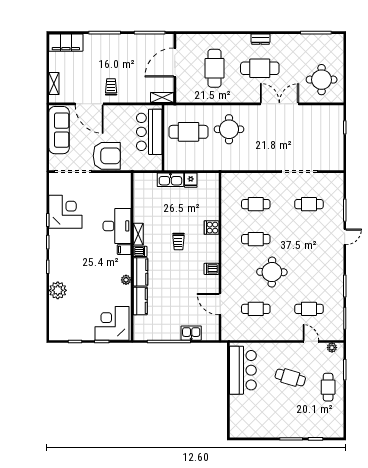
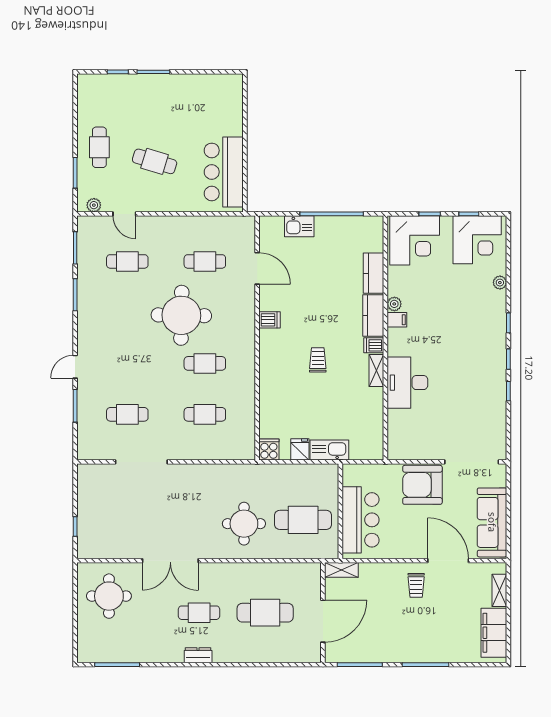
filing cabinet: (66, 43) -> (494, 633), moved, turned -90
cafe table: (214, 68) -> (265, 613), turned 90
cafe table: (260, 68) -> (199, 613), width x0.73, depth x0.74
corner desk: (65, 212) -> (477, 240), moved, turned -90
cooker: (212, 228) -> (269, 450), moved, turned -90
filing cabinet: (124, 250) -> (397, 320), moved
round table: (272, 272) -> (181, 315), width x1.36, depth x1.36
plant: (58, 290) -> (500, 283), width x0.53, depth x0.53

